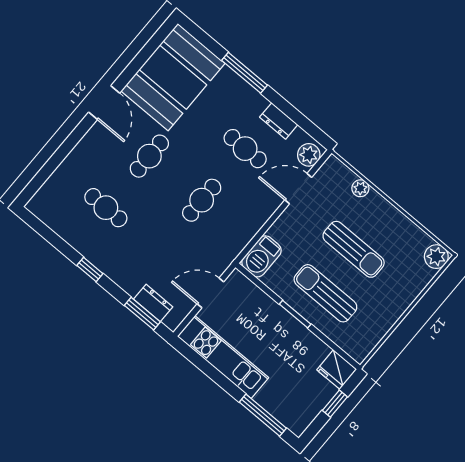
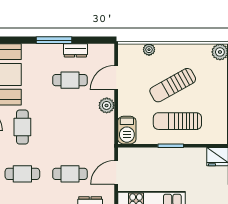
window: (245, 73) -> (54, 40), moved
plant: (309, 155) -> (107, 105), moved
cafe table: (202, 200) -> (70, 174), moved, turned 90
sun lounger: (354, 249) -> (173, 85), turned 151

